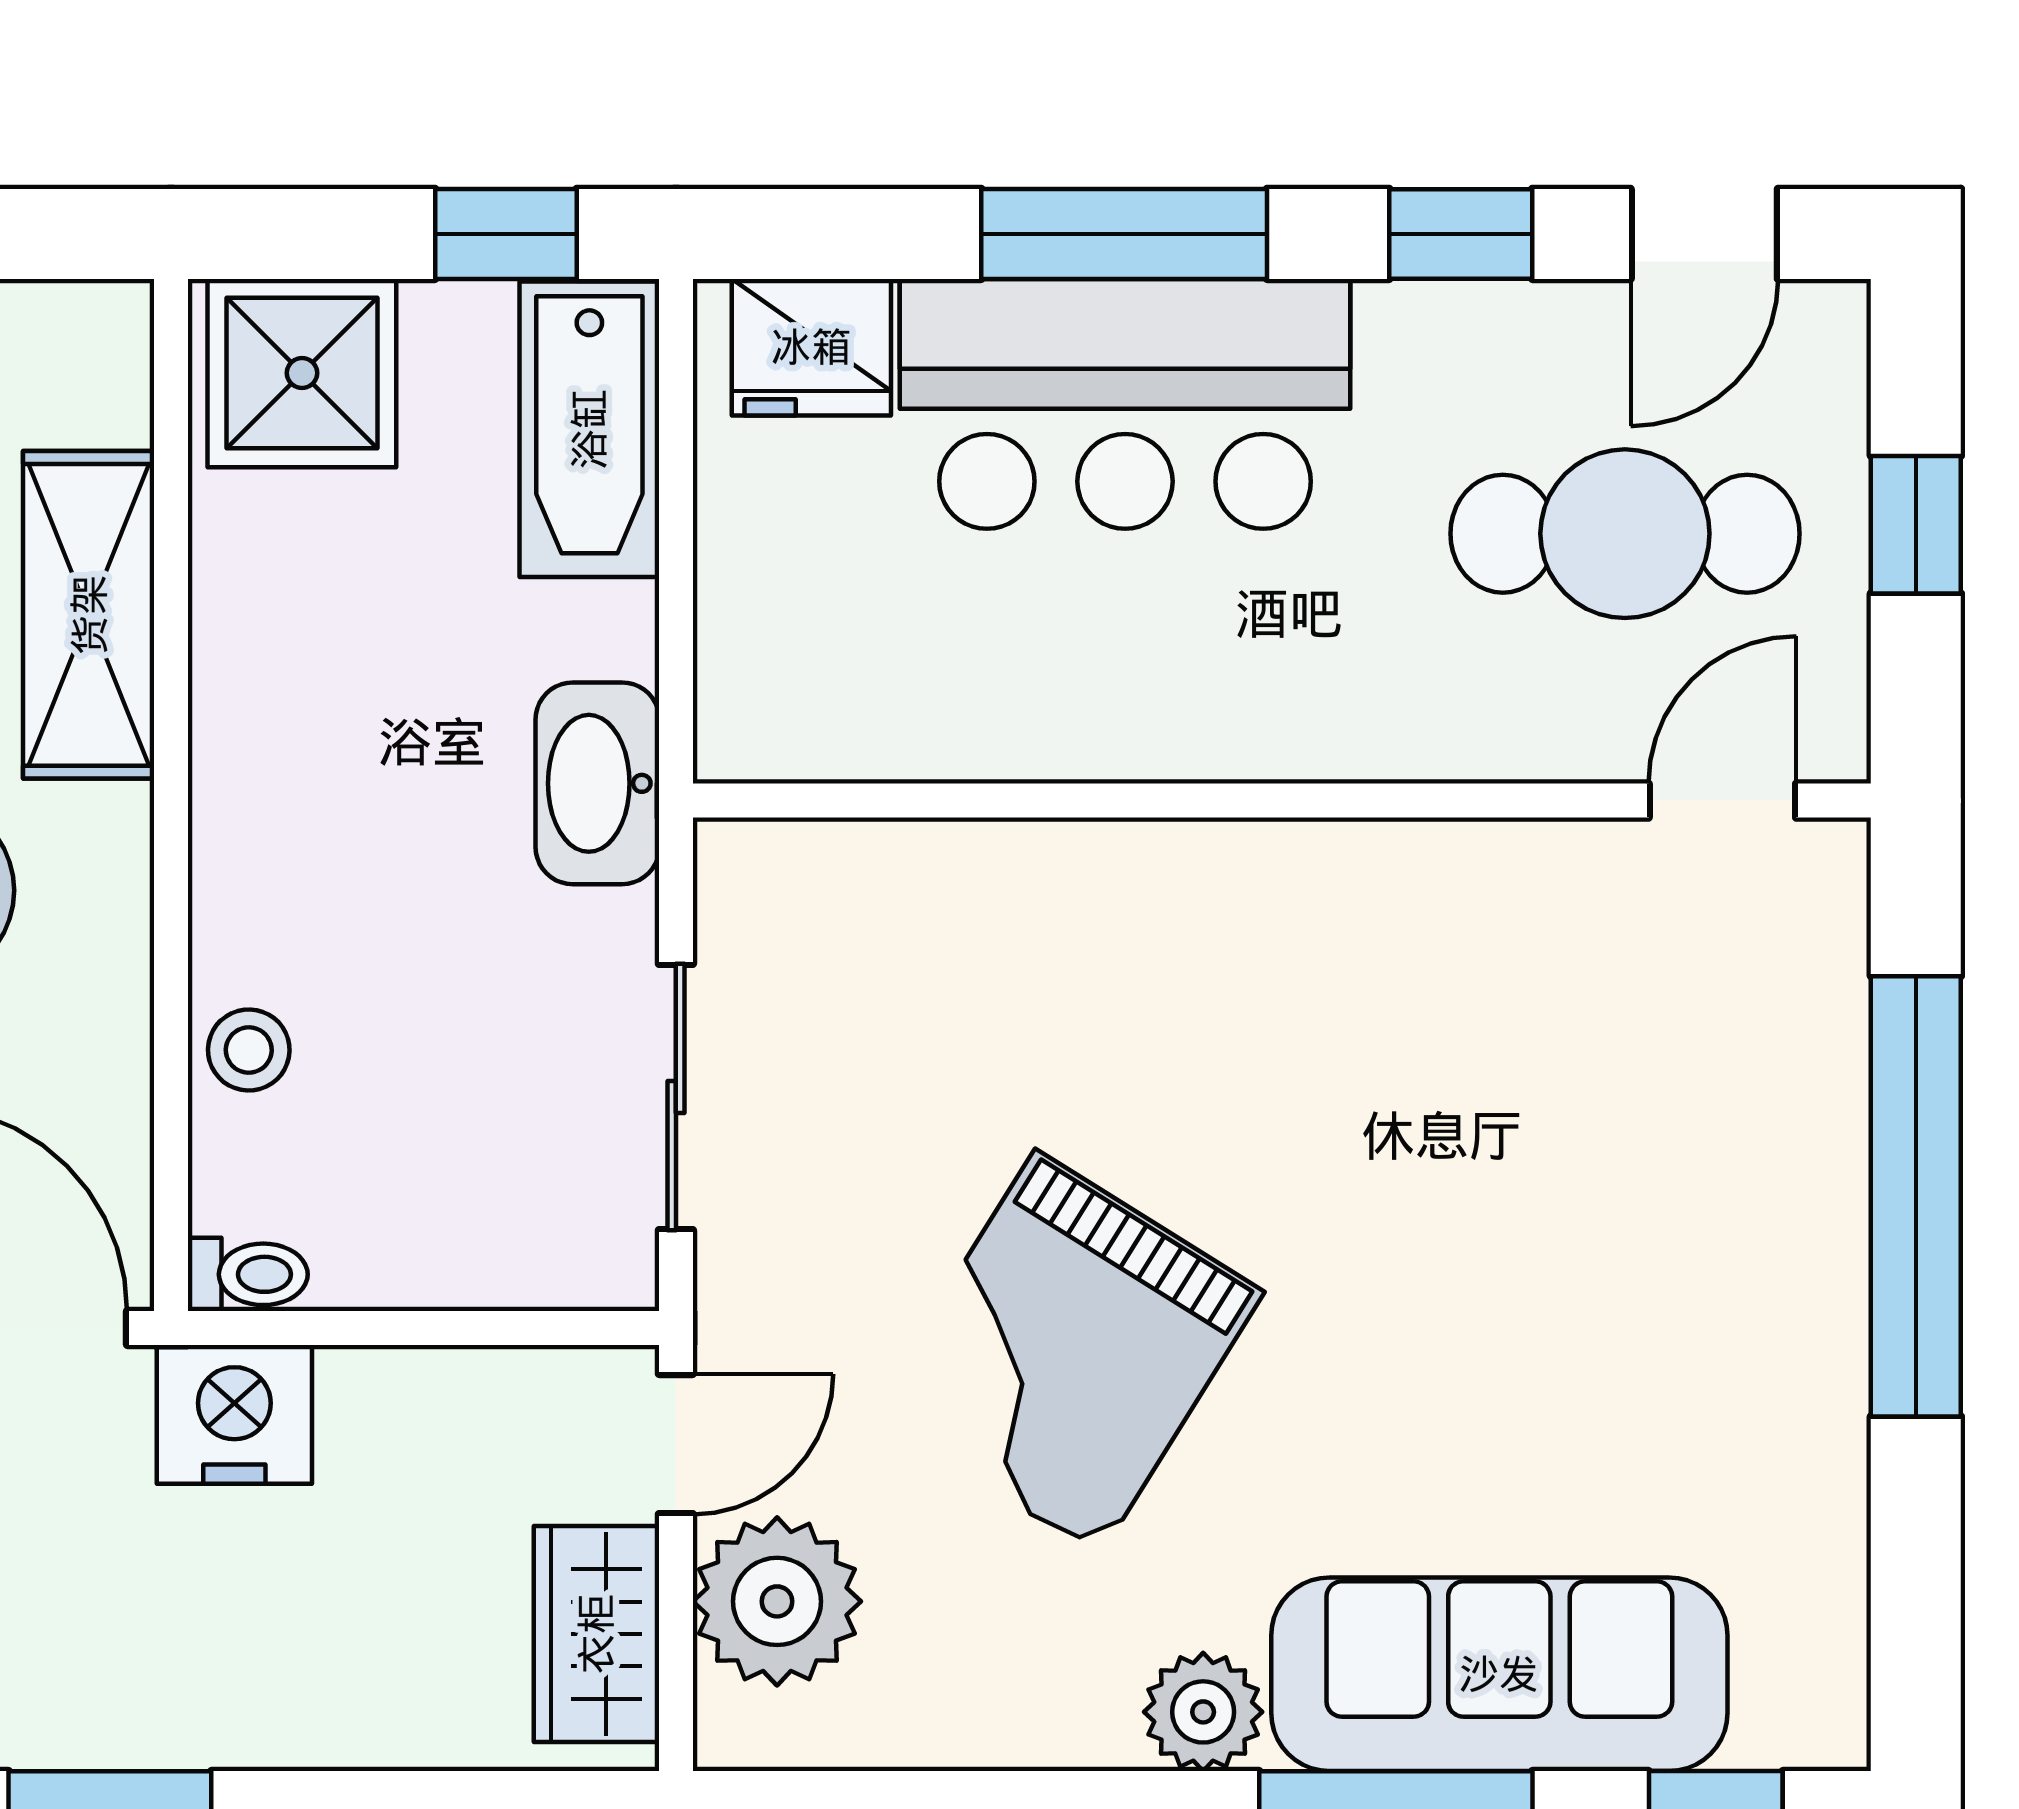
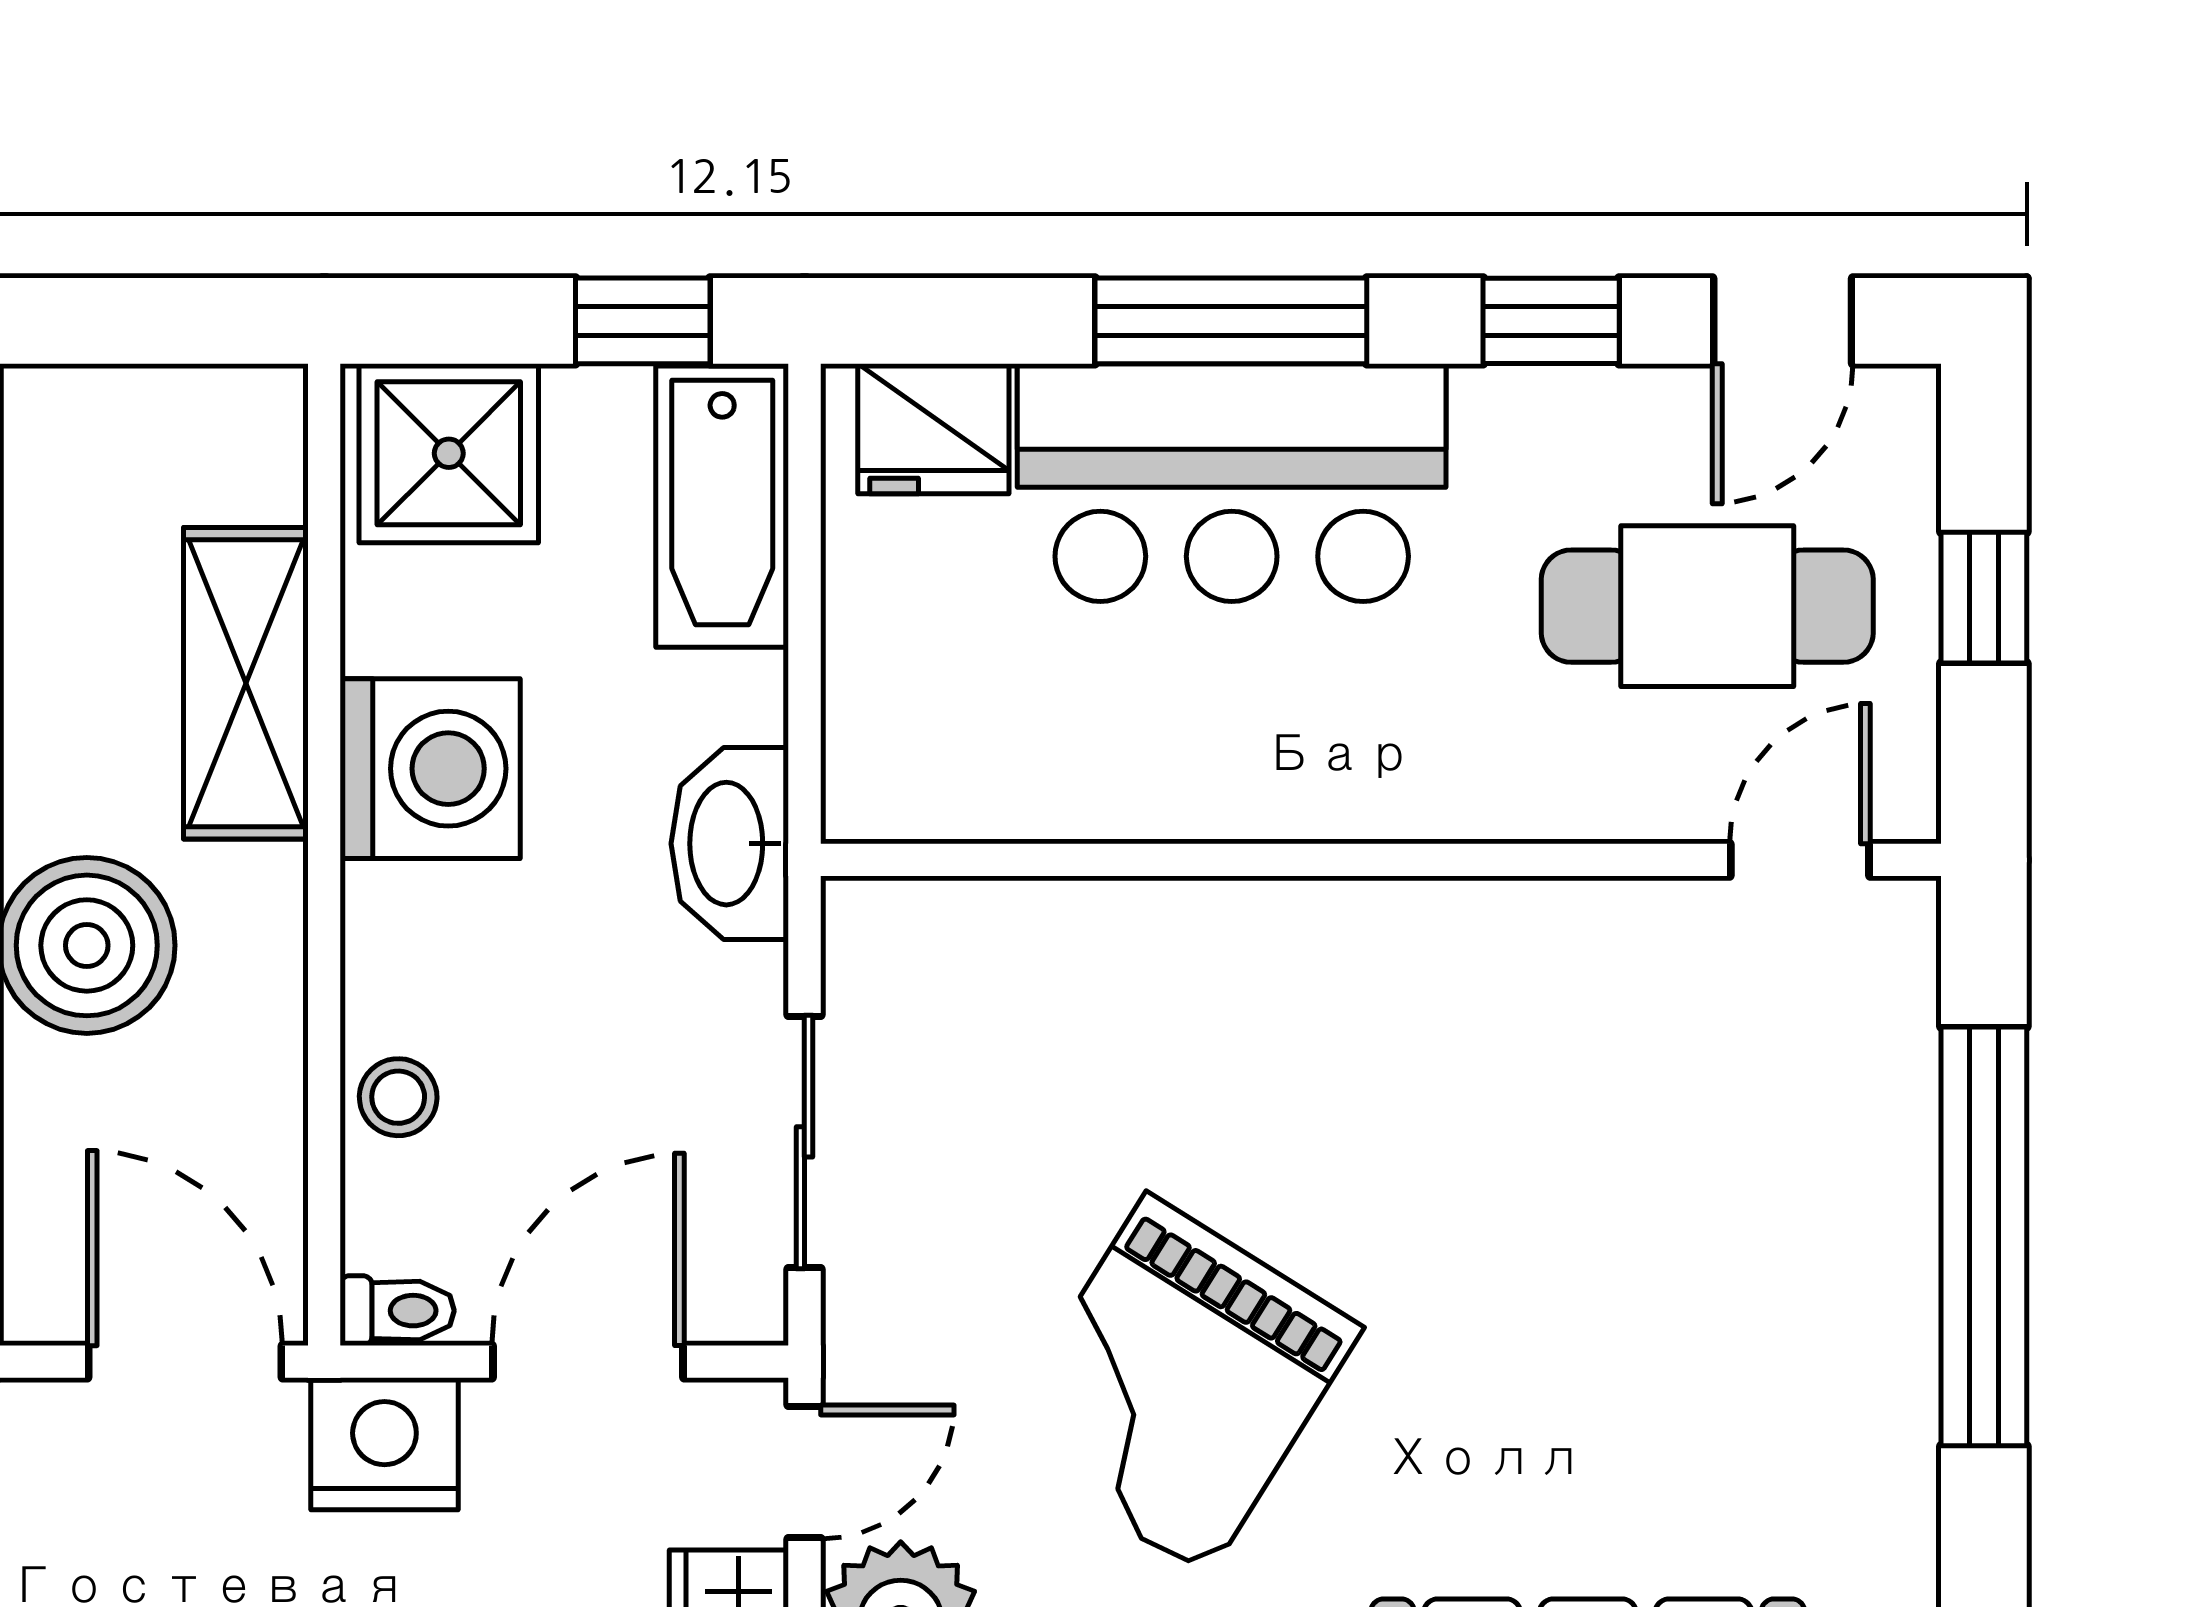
washing machine: (282, 705) -> (430, 769), added
door: (448, 1328) -> (588, 1362), added

